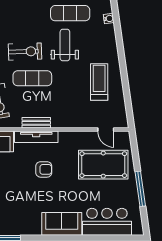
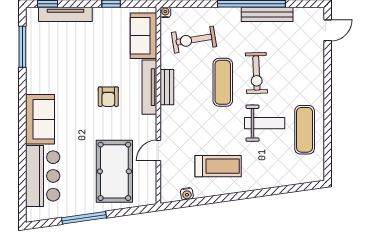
water cooler: (109, 19) -> (187, 194), moved
door: (106, 130) -> (158, 150), moved

